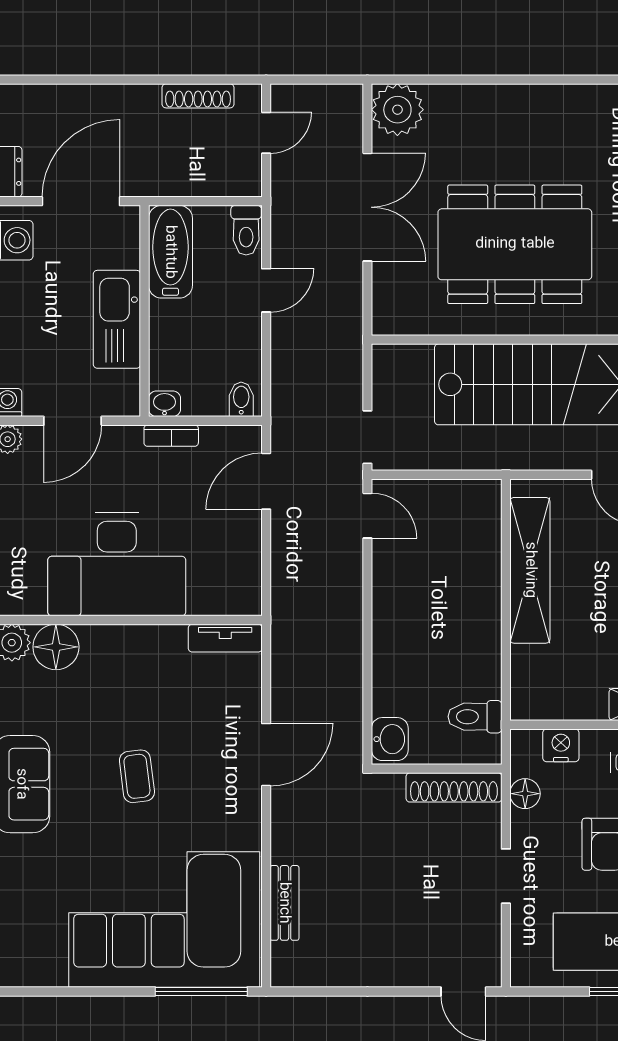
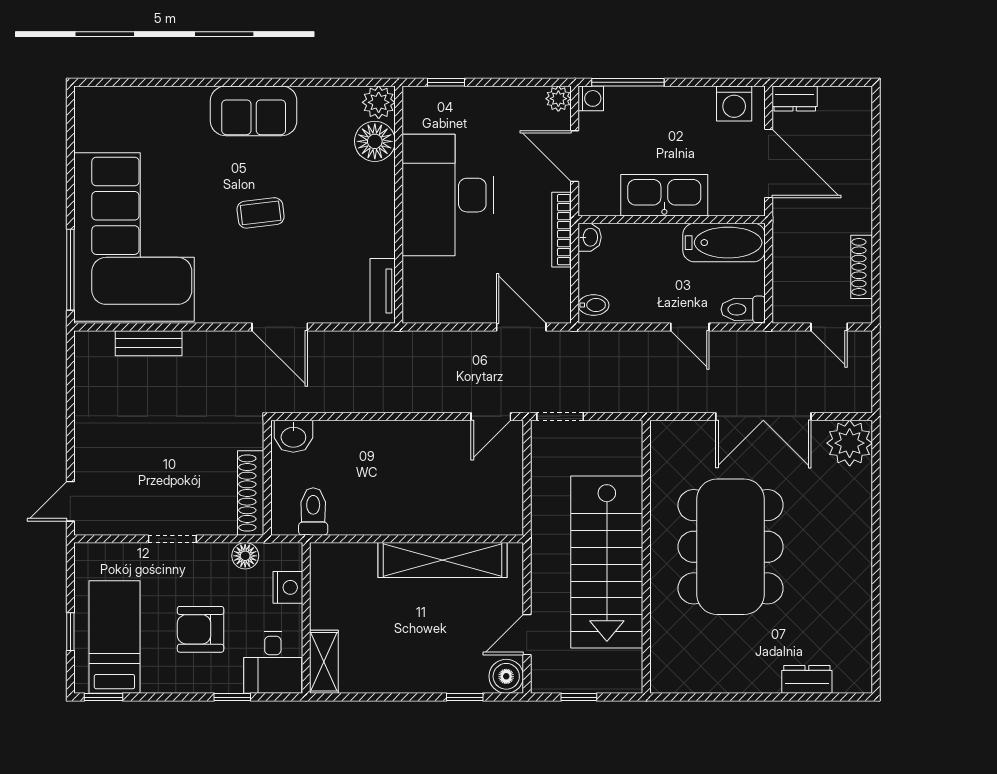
bookcase: (171, 436) -> (561, 230), width x1.56

